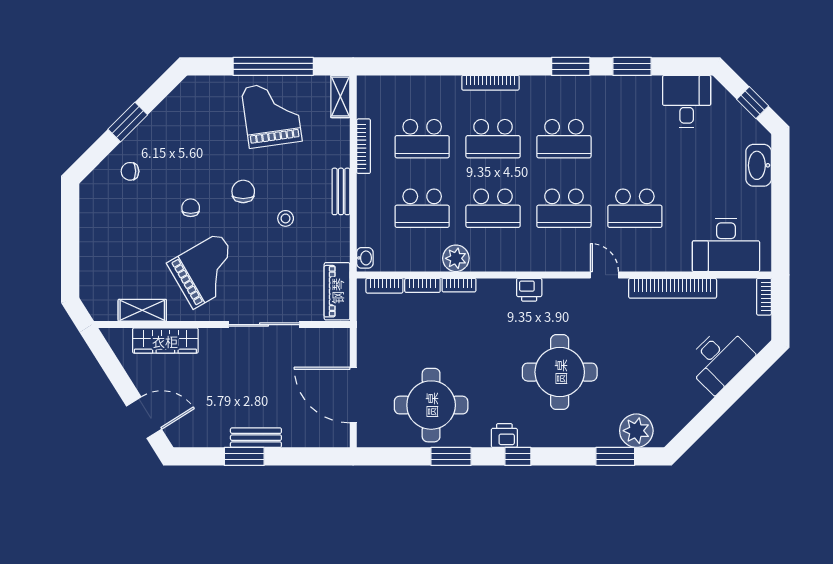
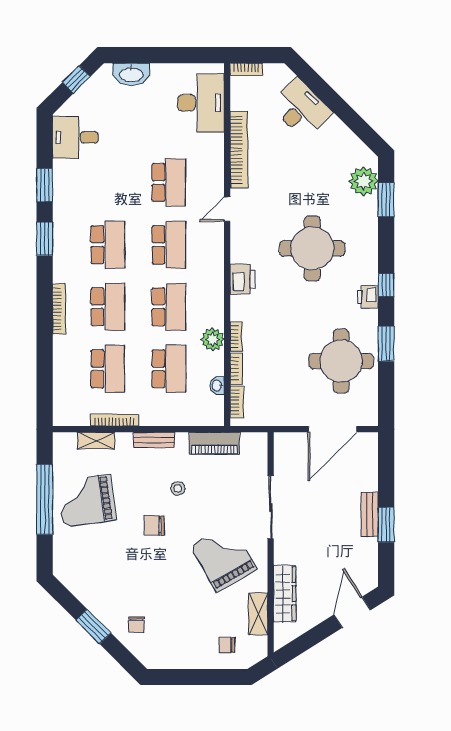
shelving: (340, 97) -> (96, 441), moved
chair: (191, 208) -> (227, 645), moved
washbasin: (365, 258) -> (217, 385), moved, turned -90
printer: (529, 290) -> (243, 279), width x1.36, depth x1.24
piano: (337, 291) -> (214, 443), moved

